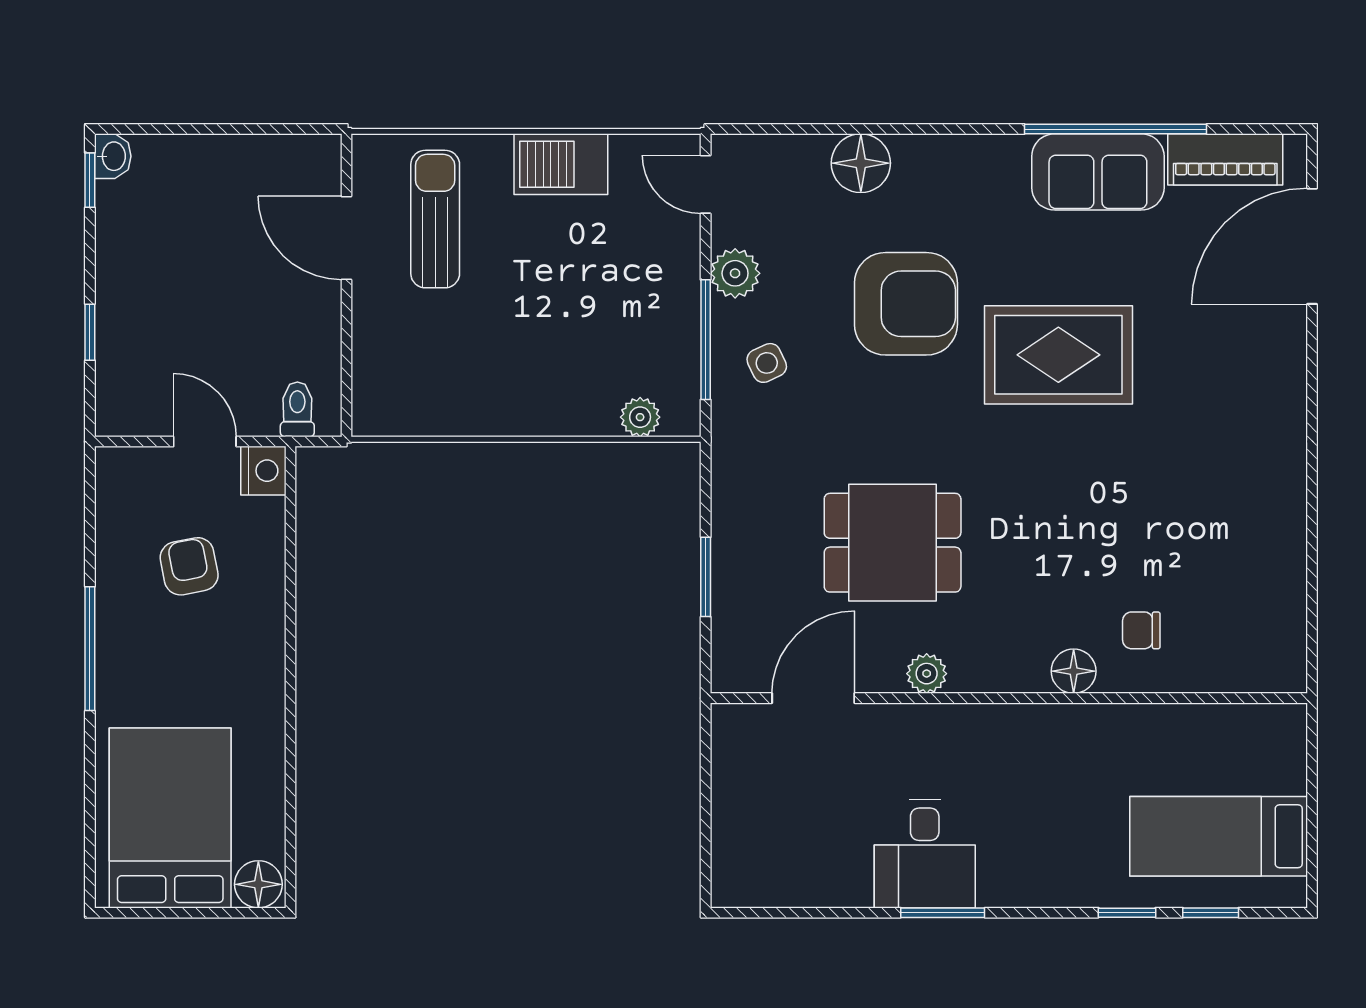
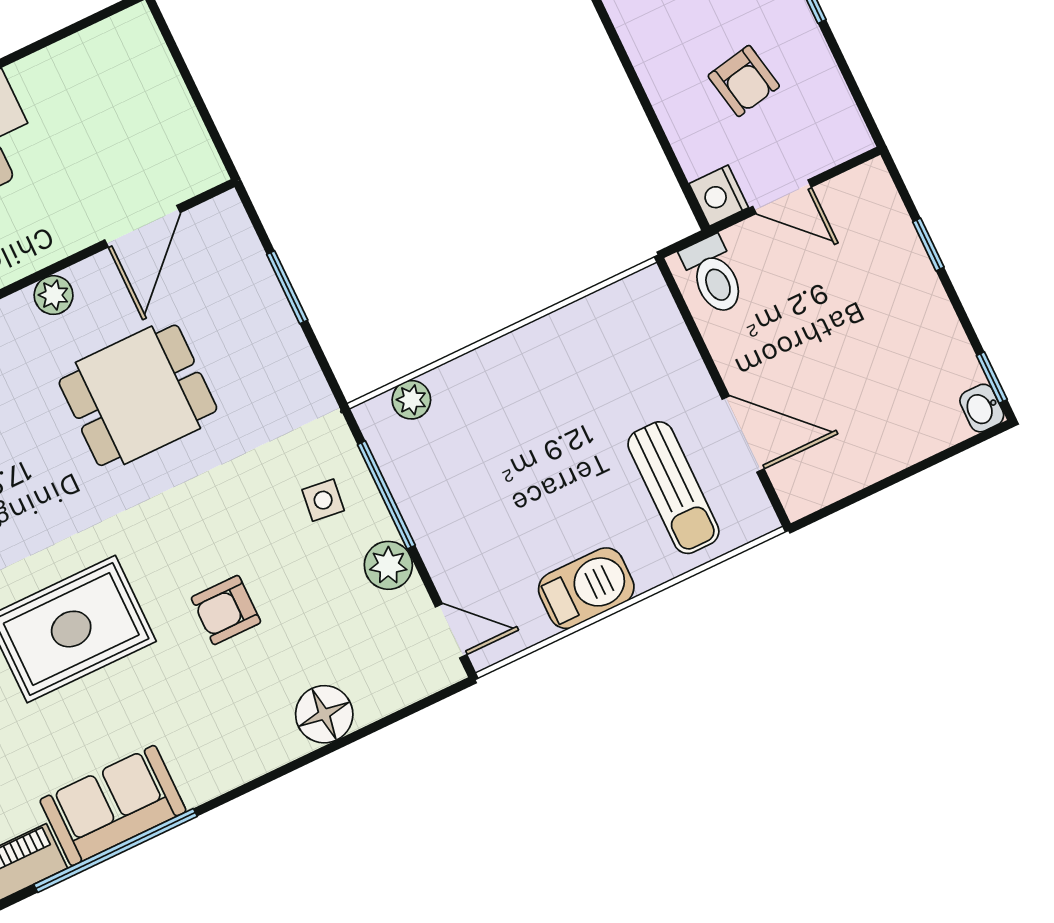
armchair: (906, 304) -> (226, 610), width x0.53, depth x0.53
side table: (767, 363) -> (323, 500), turned 32
toilet: (297, 409) -> (713, 275), width x1.37, depth x1.39

